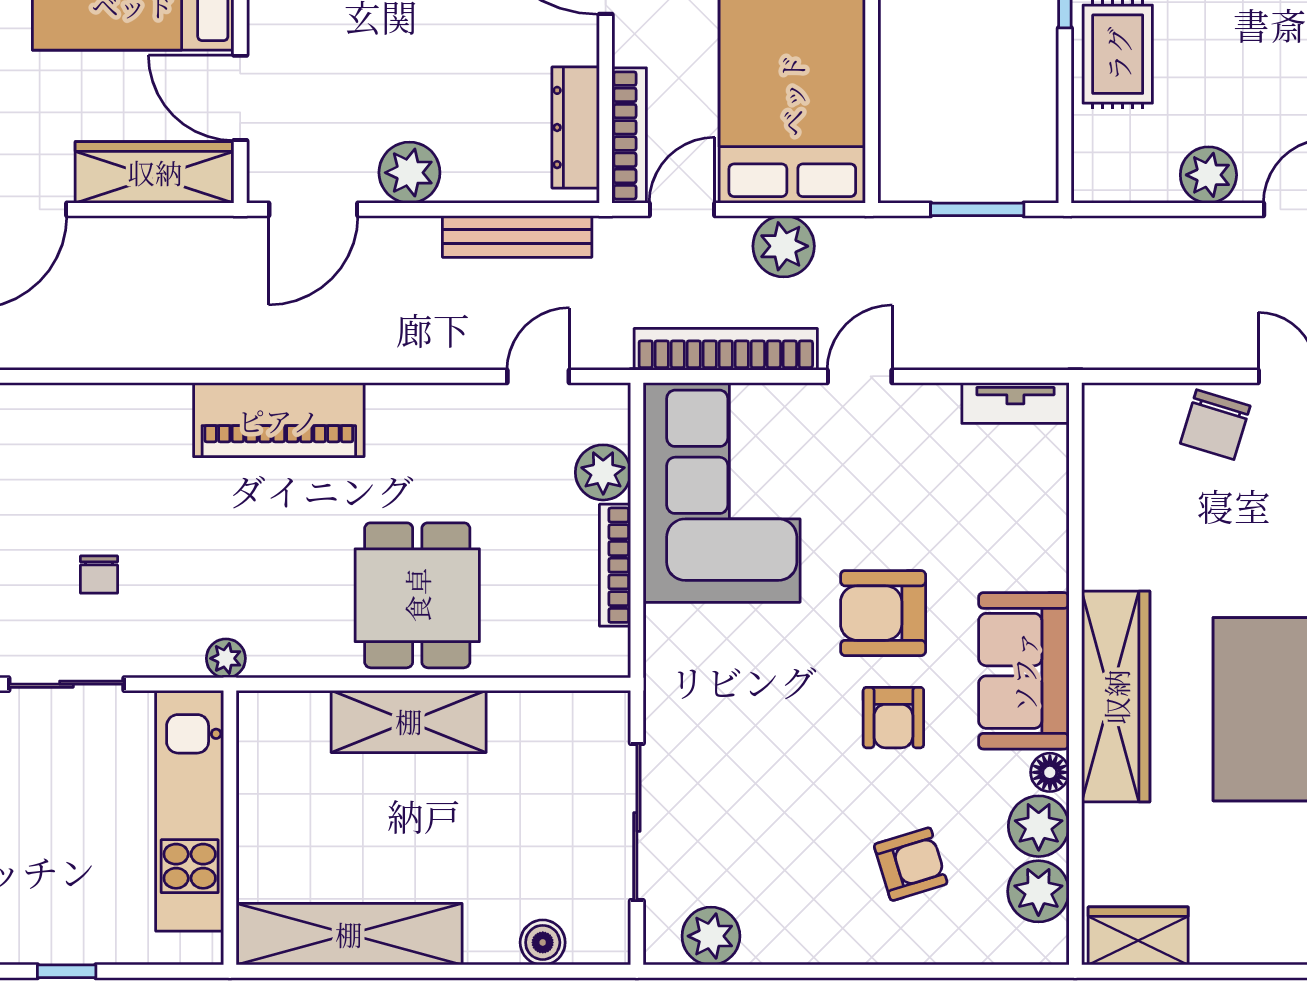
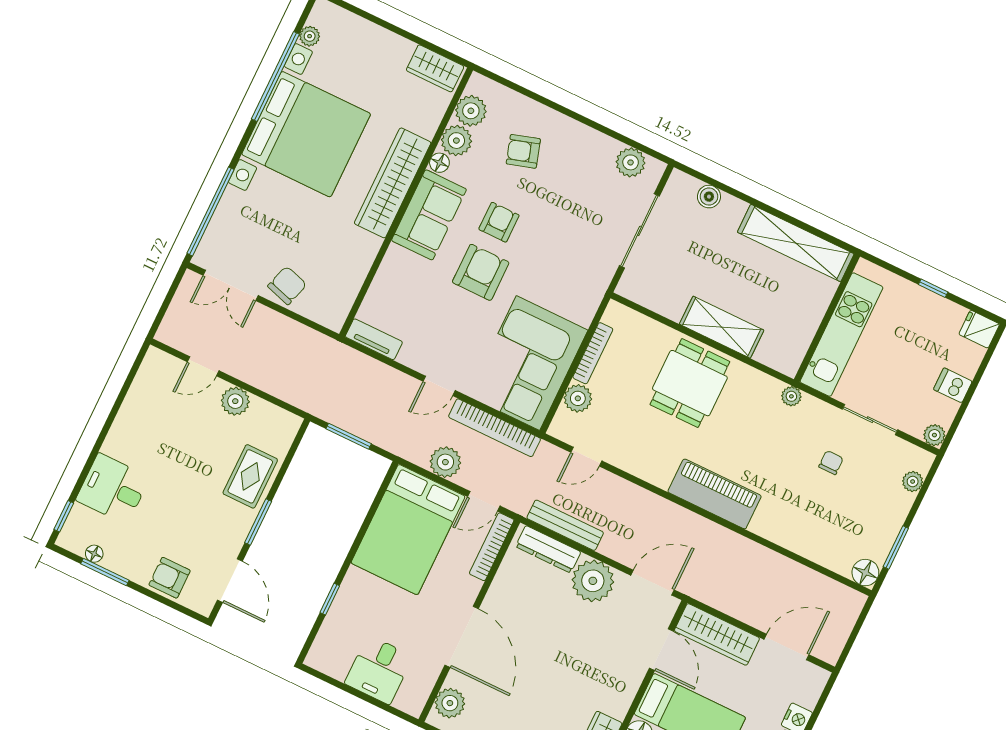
dresser: (576, 128) -> (548, 549), moved, turned 90
plant: (409, 173) -> (593, 581), width x1.36, depth x1.36
armchair: (883, 613) -> (481, 272), turned -90

